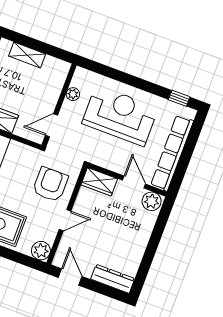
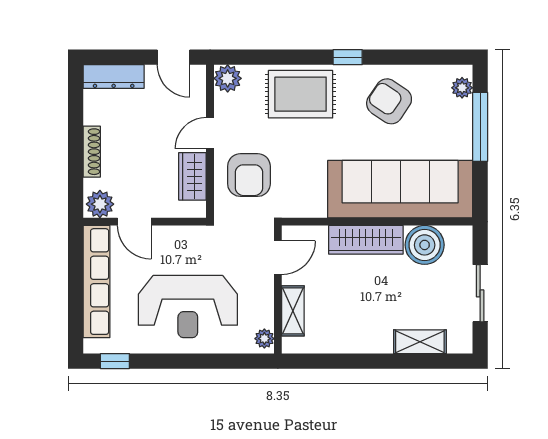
shelving: (27, 55) -> (293, 311), moved, turned 90
plant: (73, 94) -> (264, 339), moved
wardrobe: (99, 182) -> (192, 176), moved, turned -90
shoe rack: (144, 236) -> (92, 152), added

